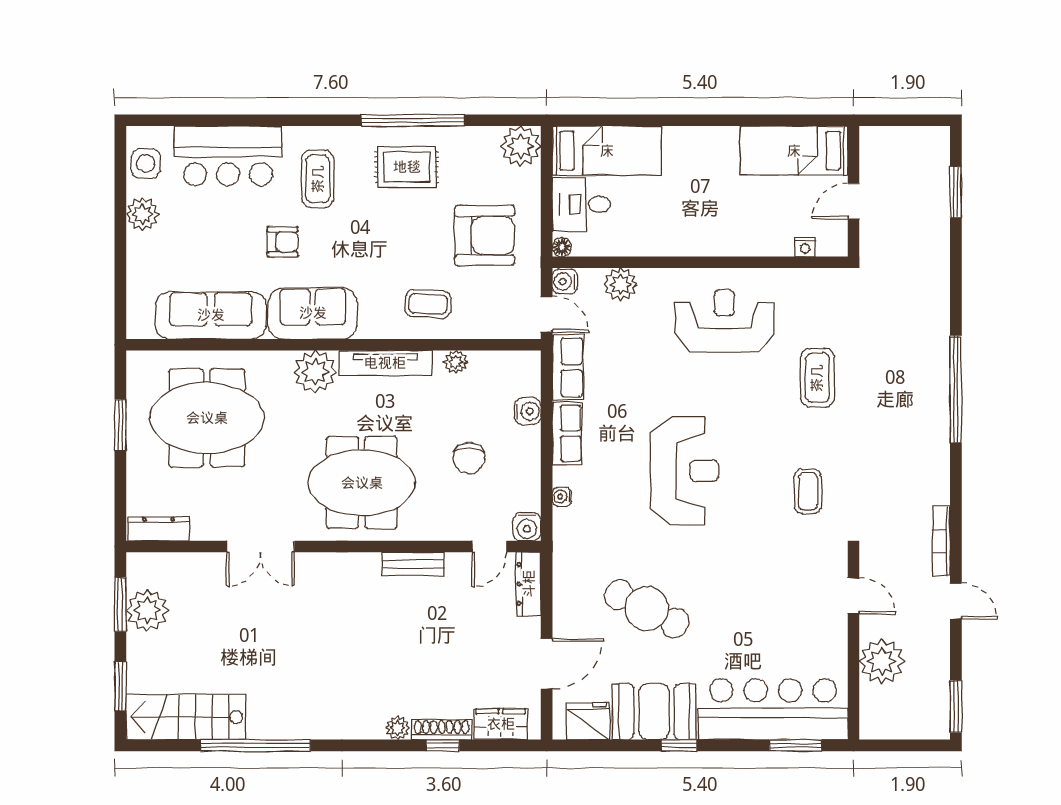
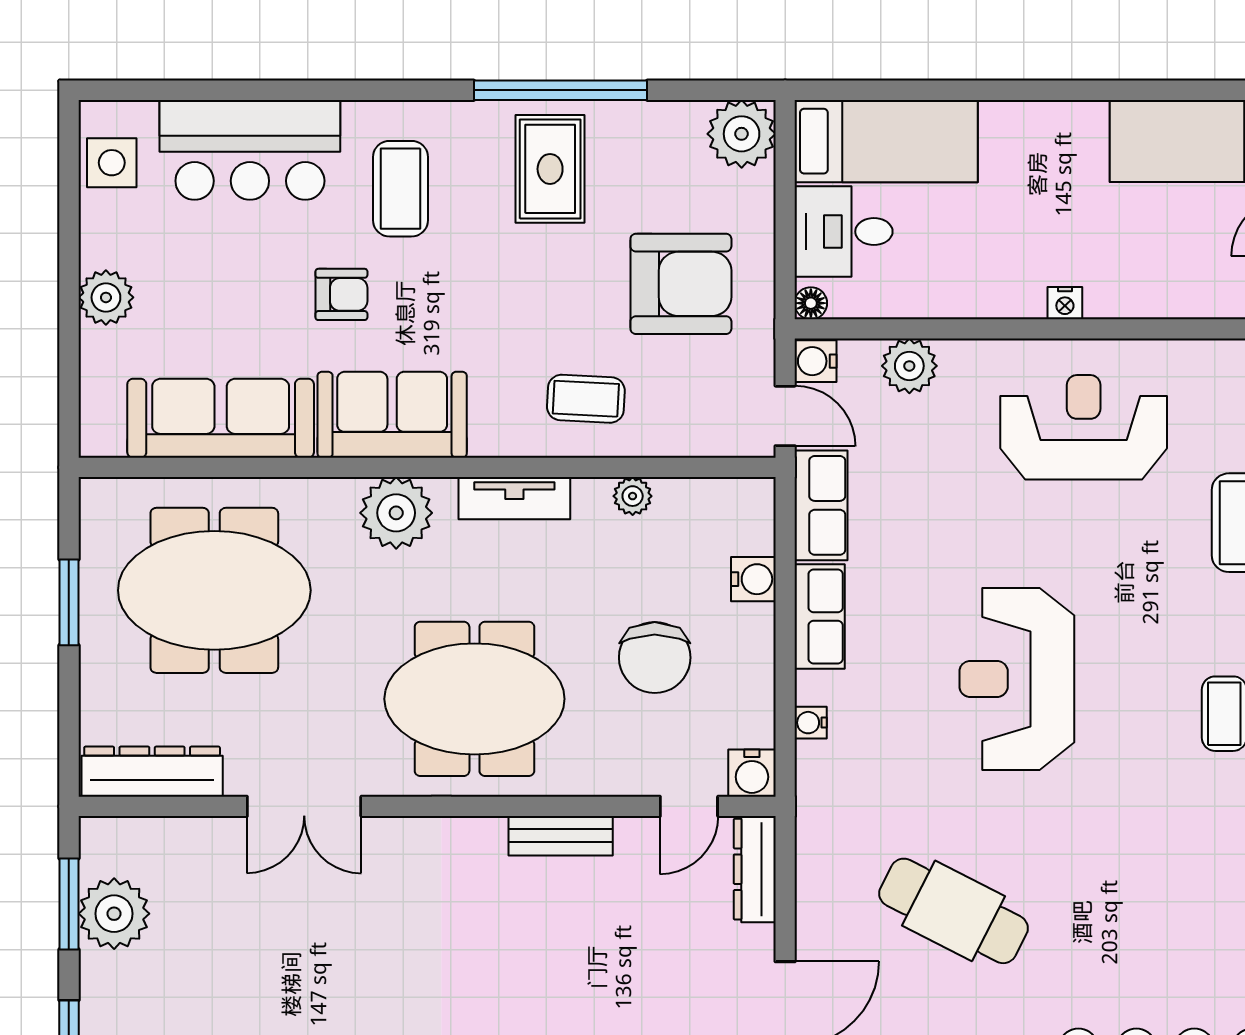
rug: (407, 167) -> (550, 169), turned 90
plant: (142, 214) -> (106, 297), moved
nightstand: (805, 247) -> (1065, 303), moved
tv unit: (385, 363) -> (514, 498), width x0.71
chair: (469, 458) -> (655, 658), width x1.37, depth x1.37
reception desk: (685, 471) -> (1017, 679), turned 180
dresser: (159, 529) -> (152, 772), width x1.37, depth x1.24

